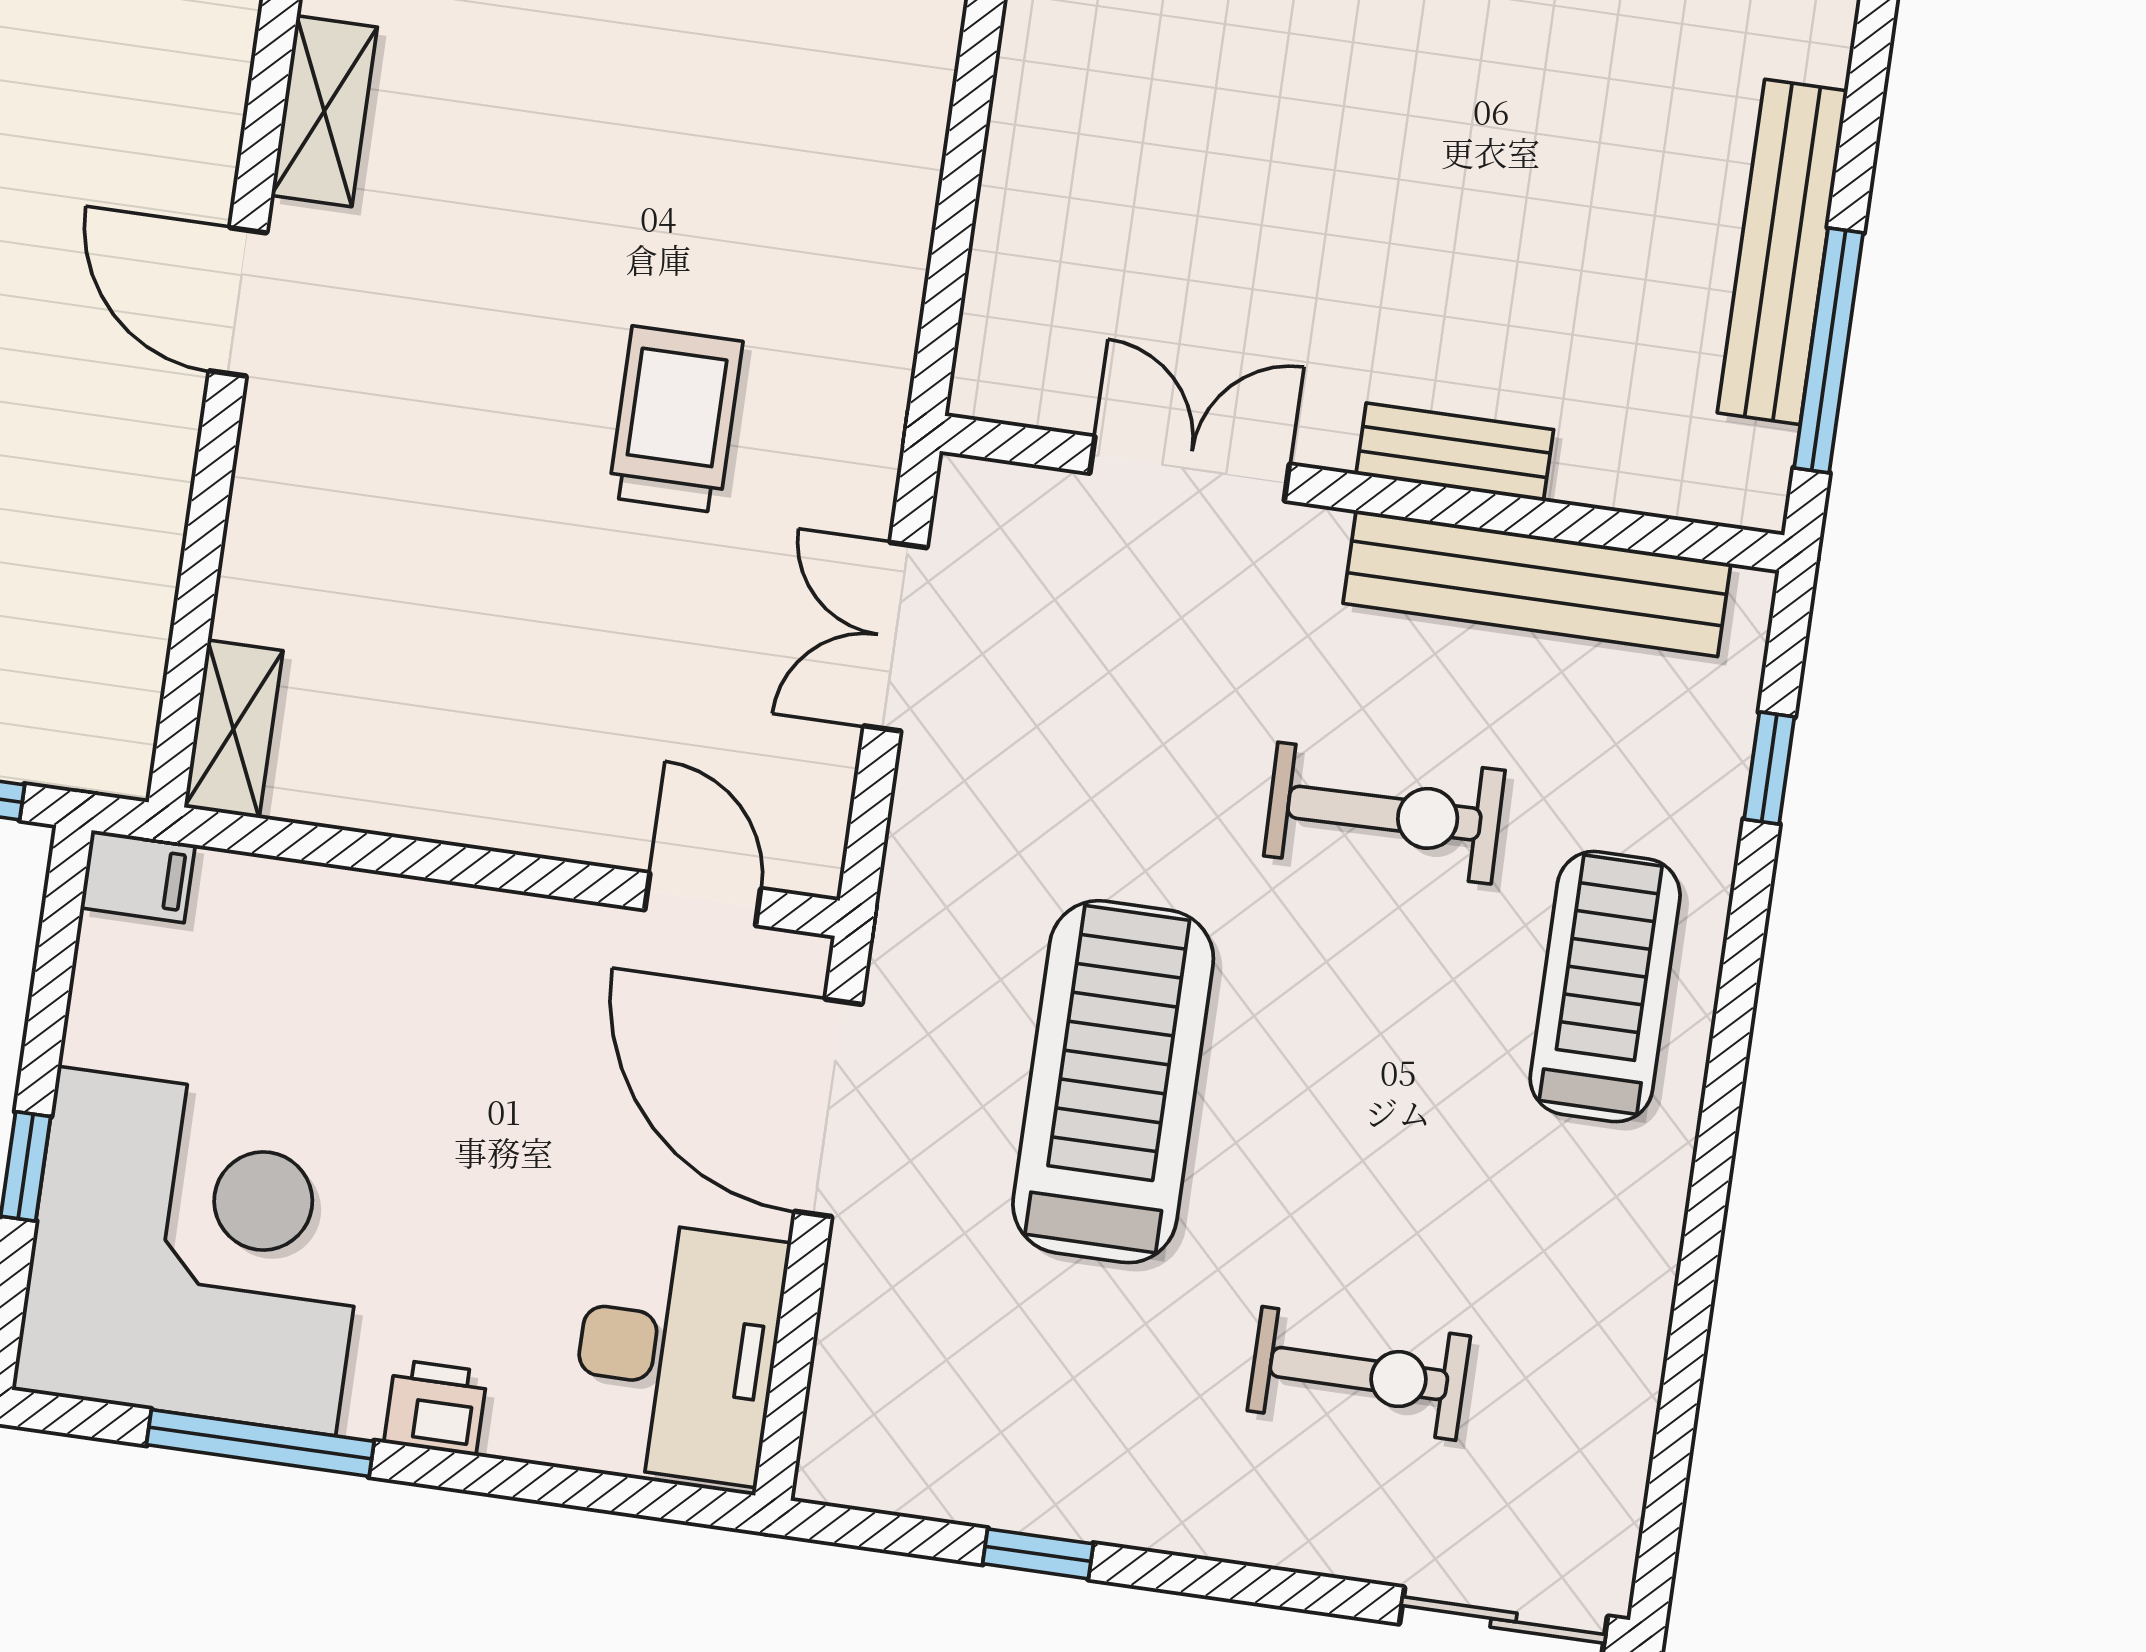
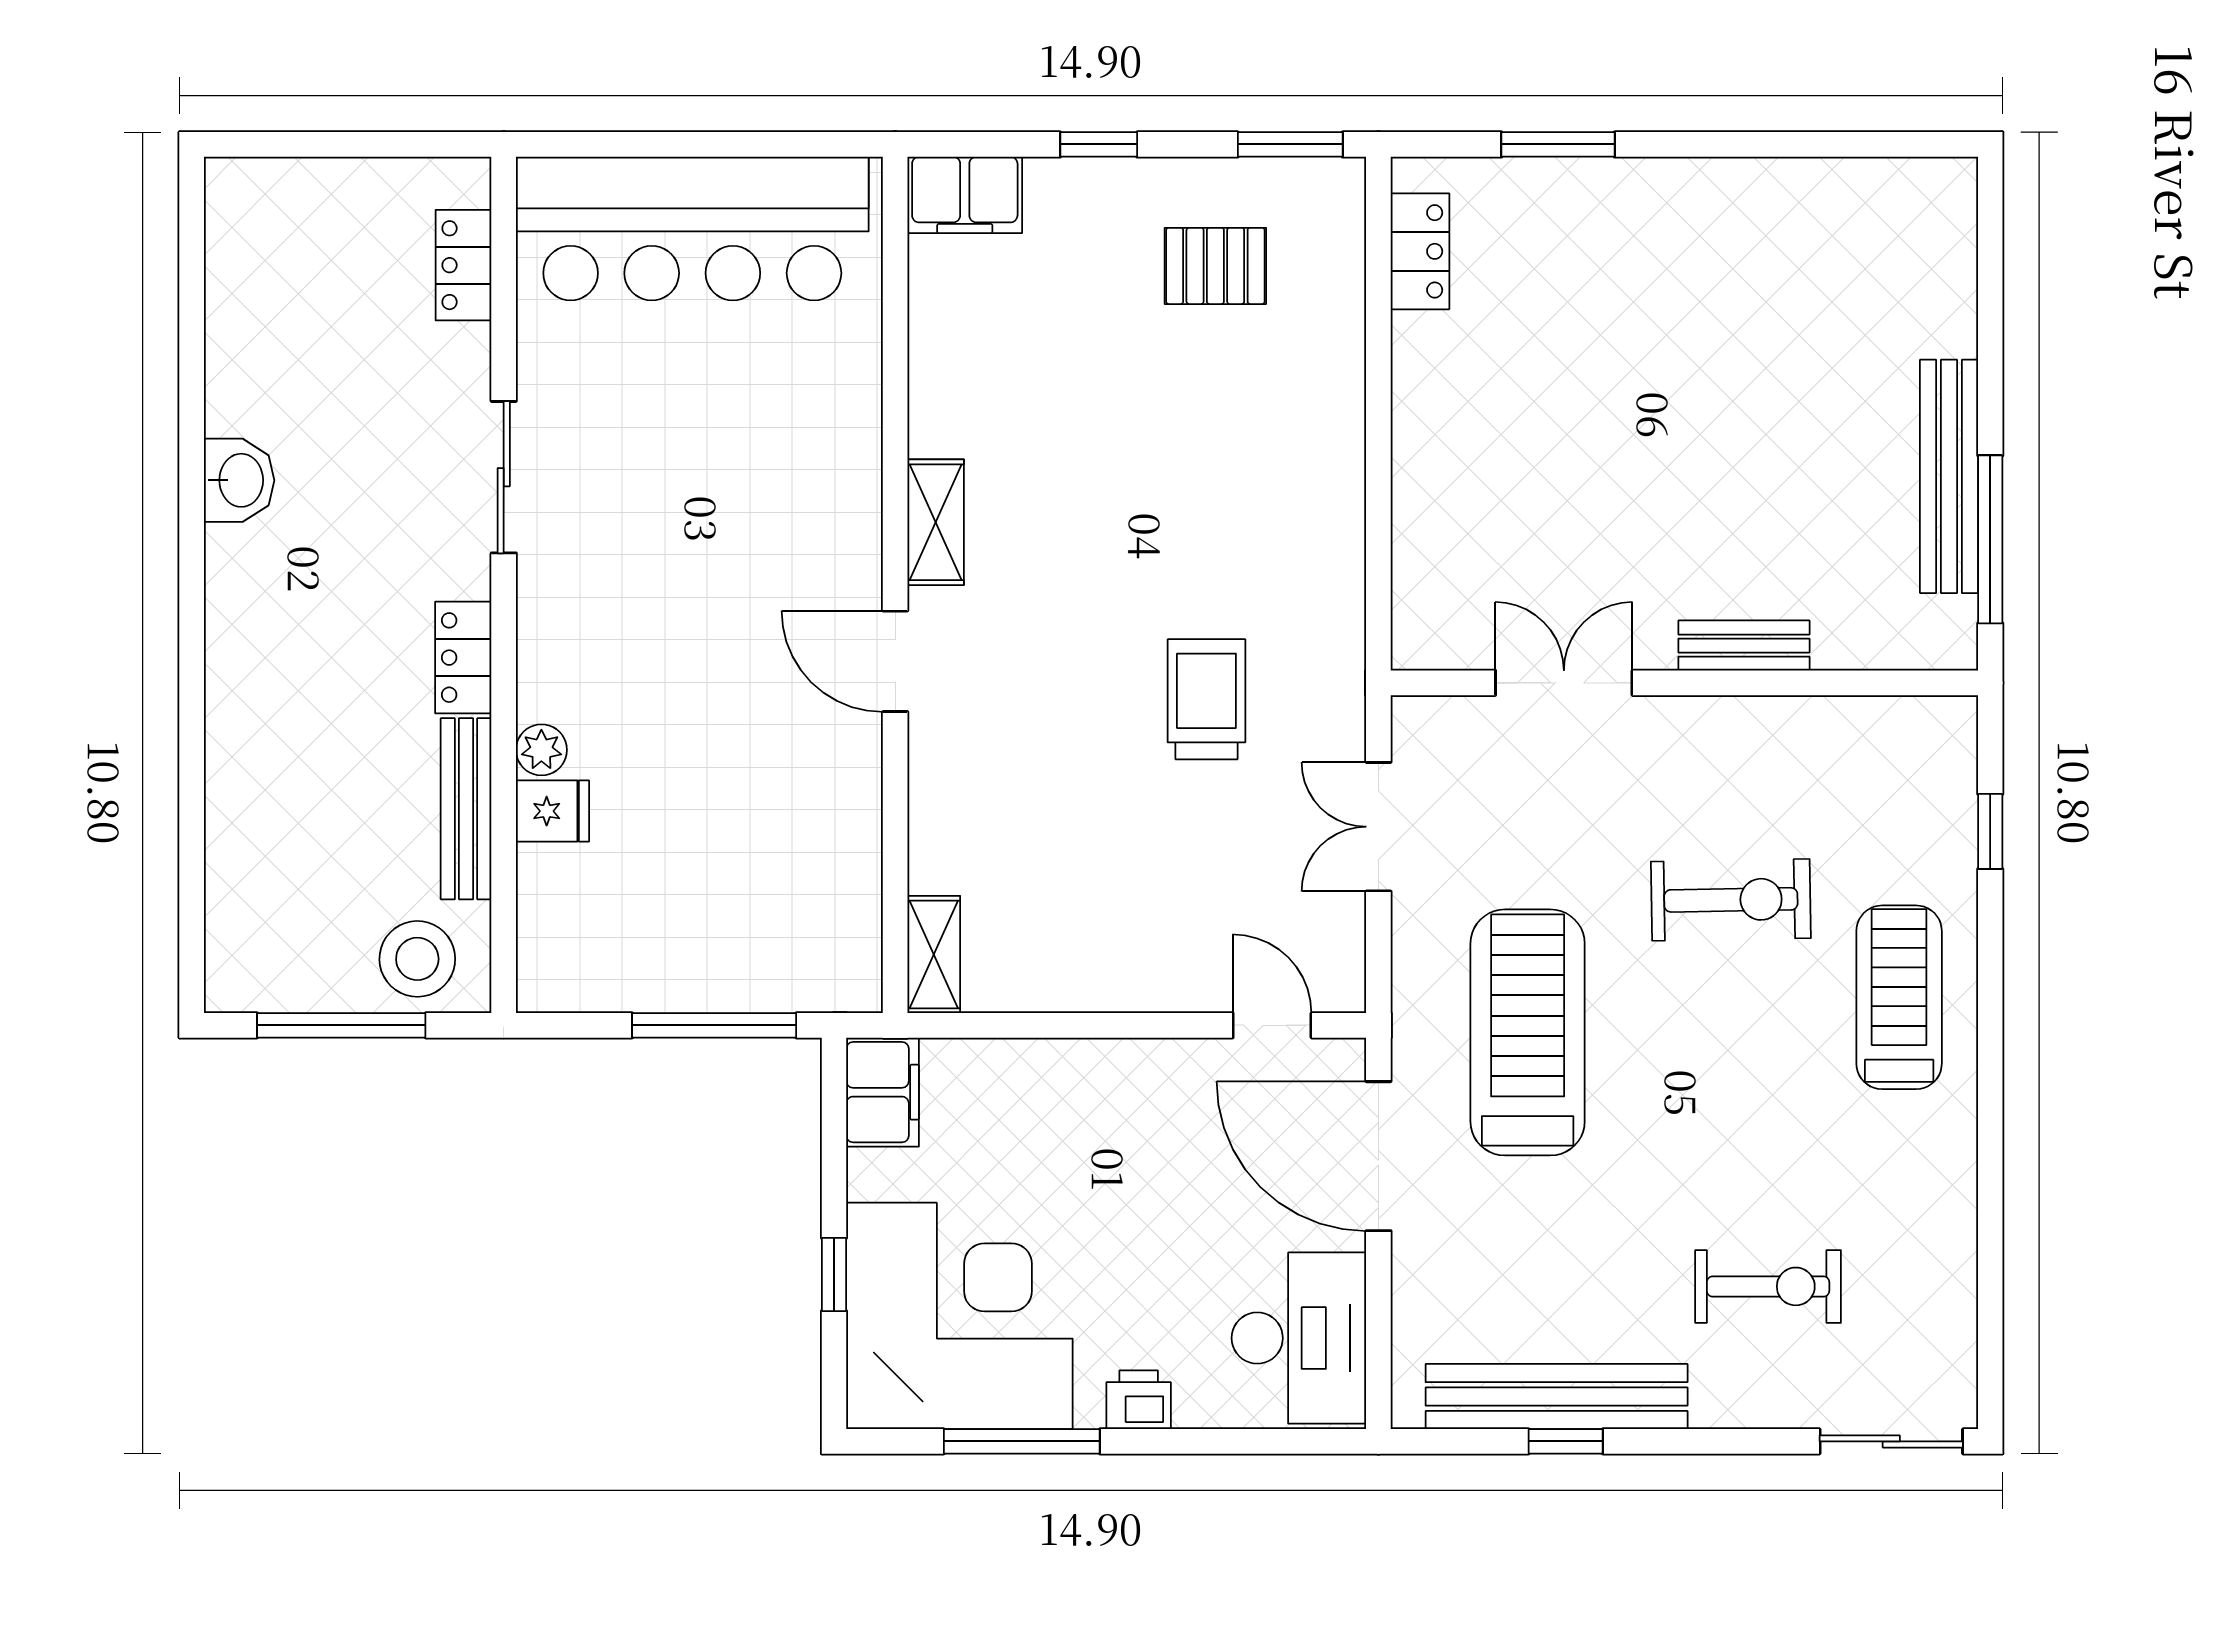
bench: (1537, 583) -> (1557, 1397), moved
filing cabinet: (138, 876) -> (883, 1092), width x2.00
treadmill: (1113, 1082) -> (1528, 1032), moved

